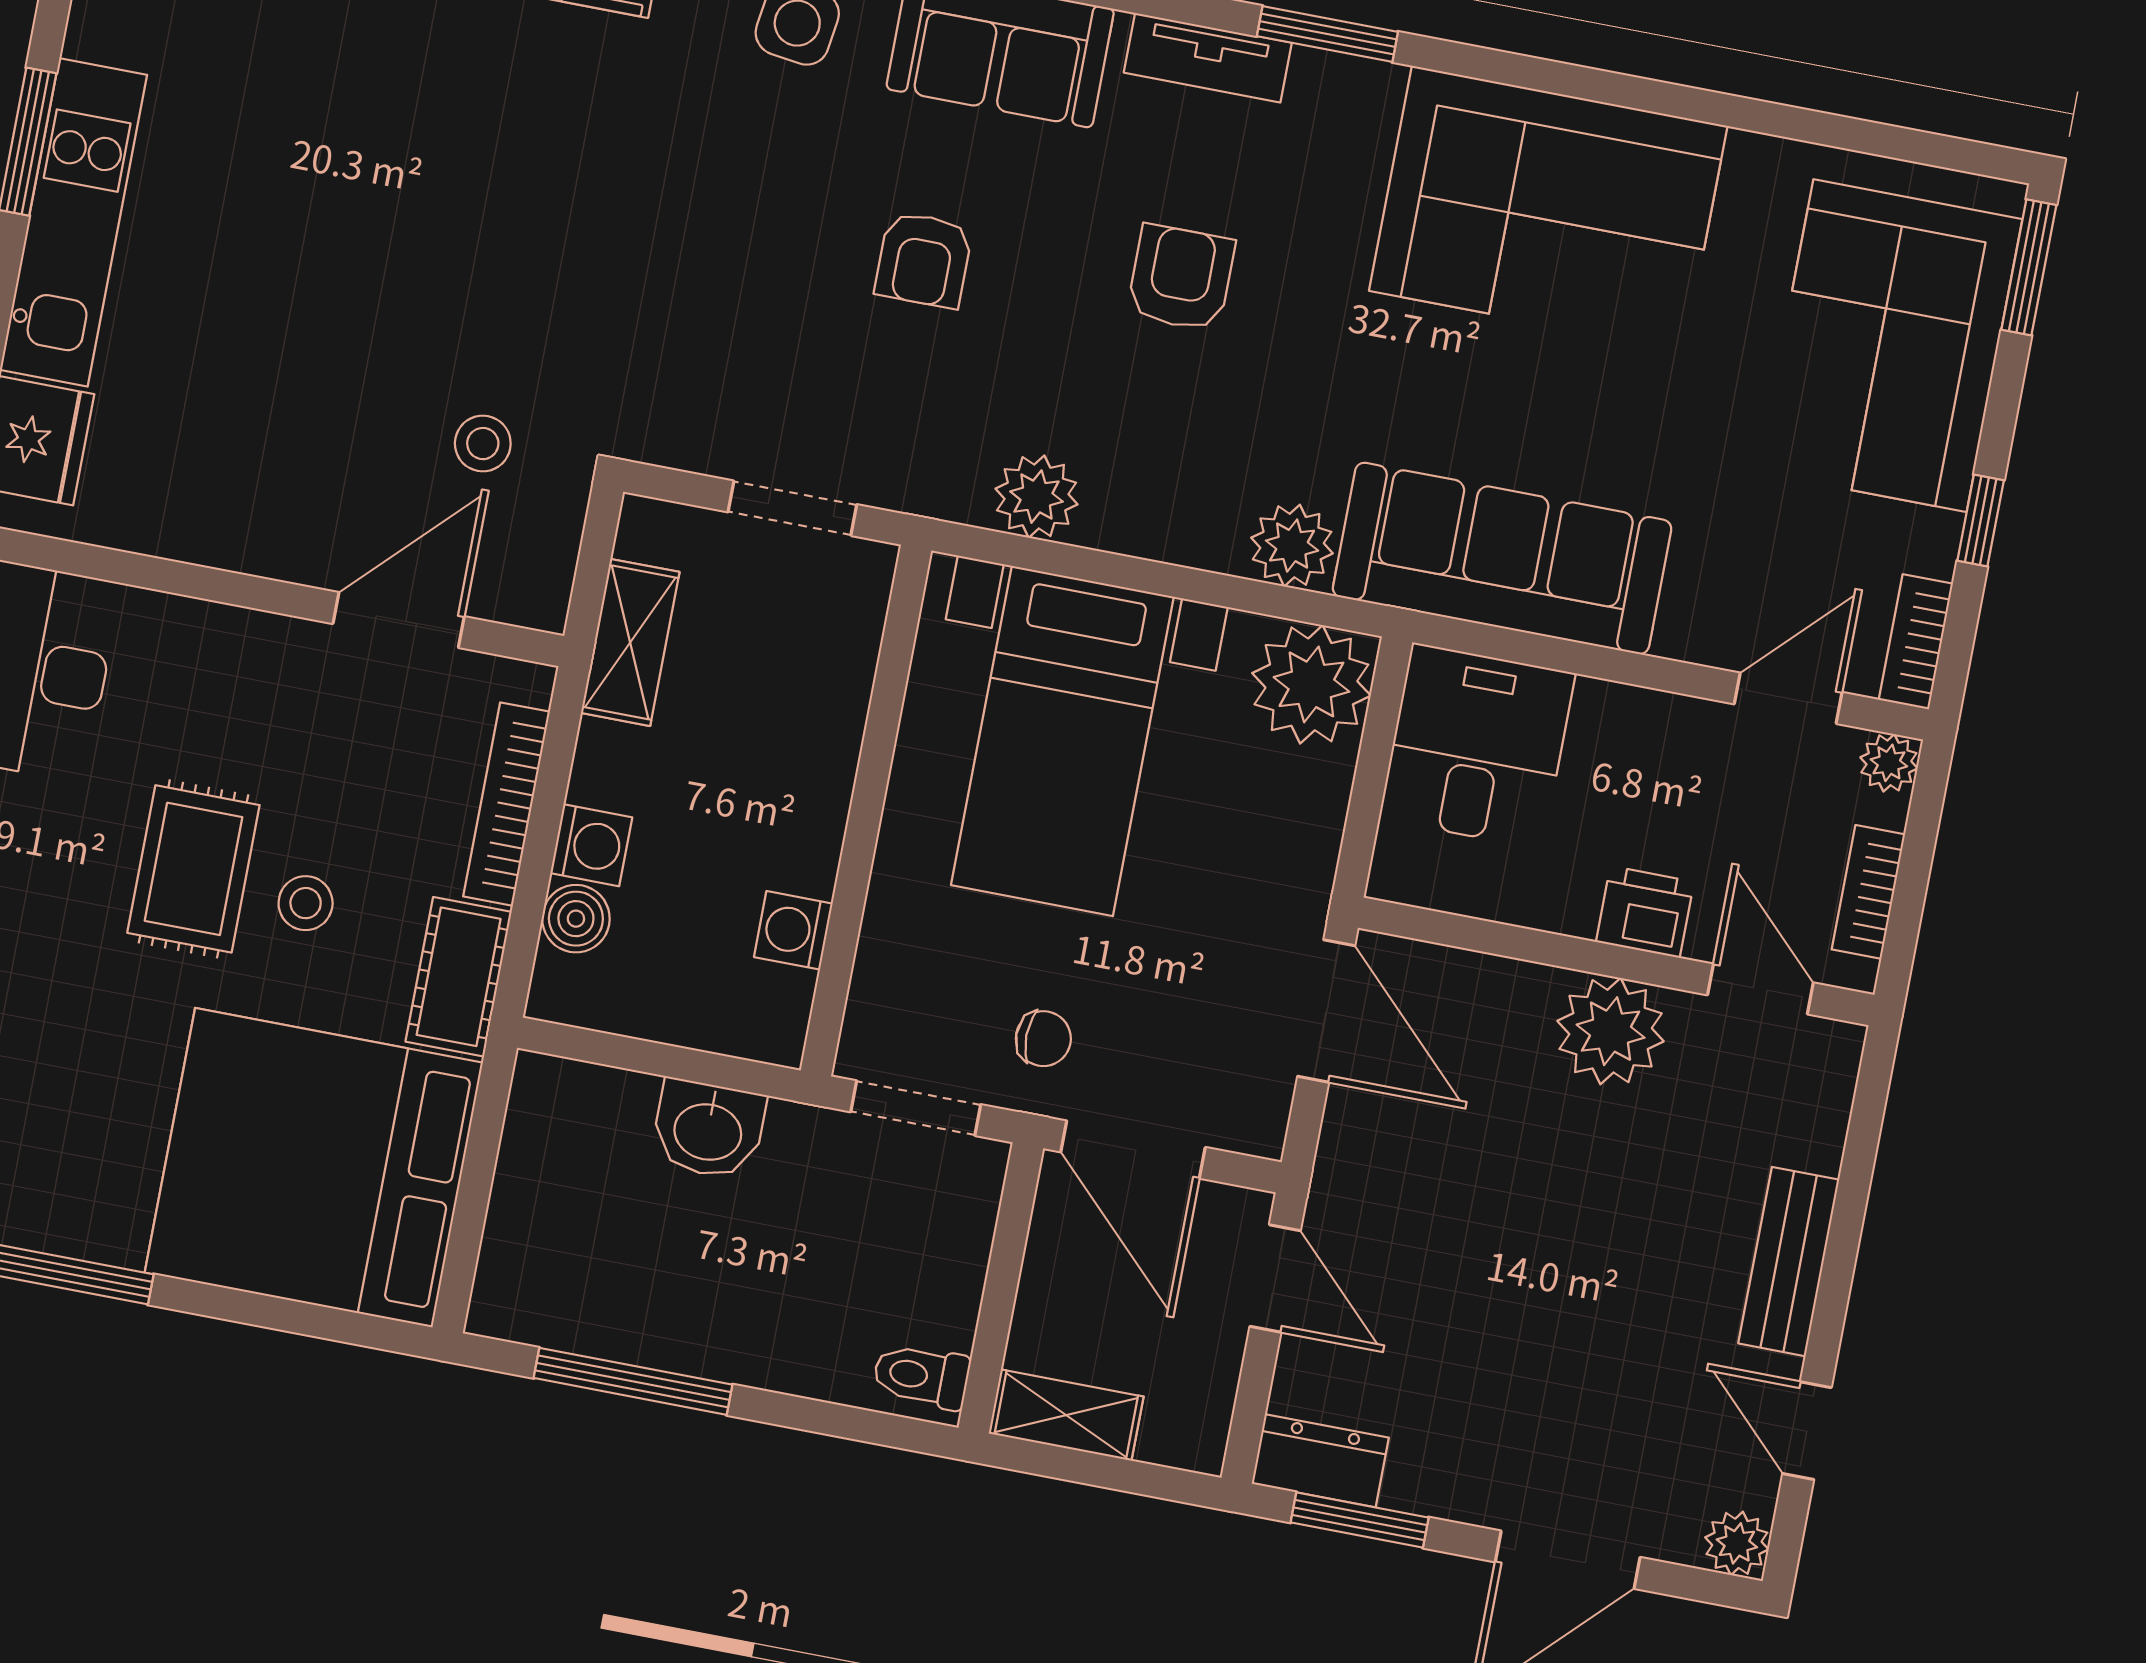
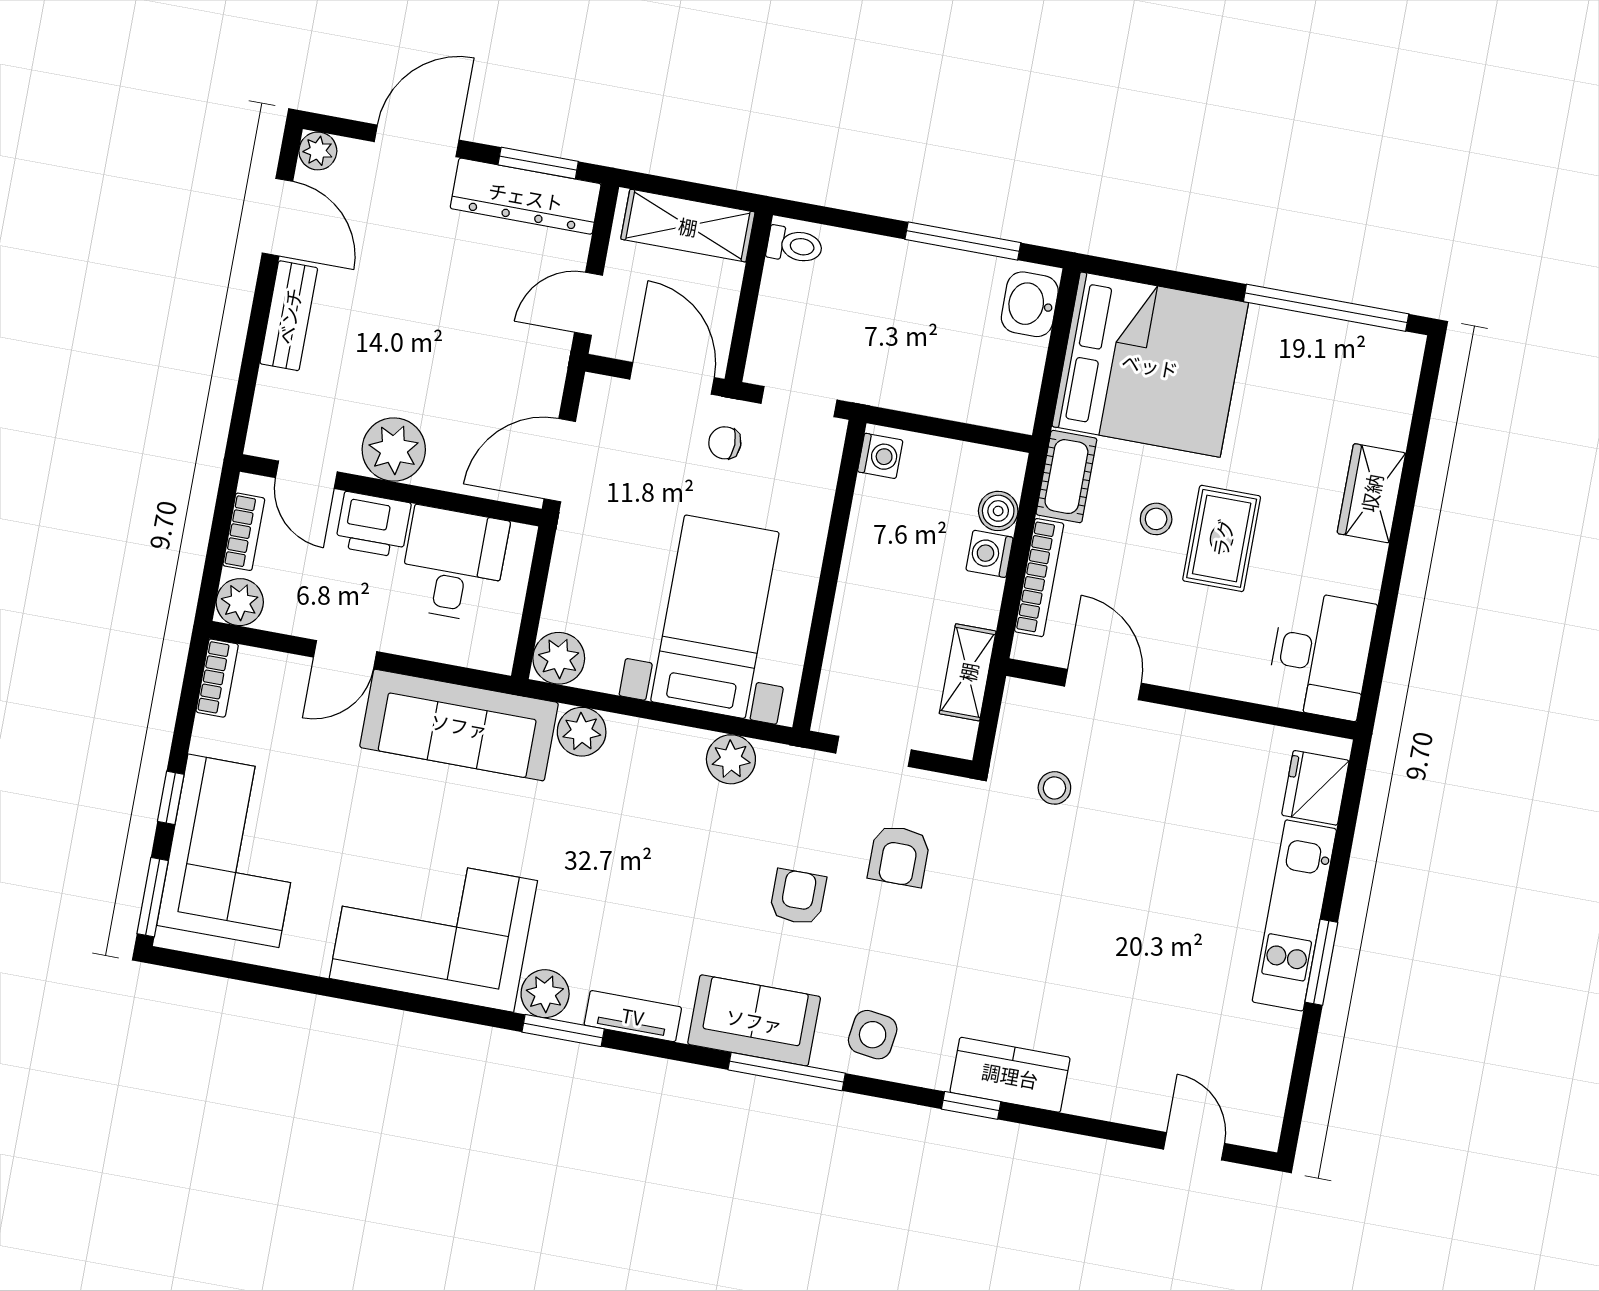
plant: (1358, 97) -> (545, 994), added
armchair: (1181, 278) -> (899, 856), moved
window: (1981, 520) -> (171, 798), moved
door: (399, 620) -> (1103, 685), swing flipped
plant: (1311, 684) -> (559, 658), width x0.73, depth x0.73
door: (1788, 698) -> (345, 654), moved
desk: (1477, 746) -> (453, 564), moved, turned 180
plant: (1889, 763) -> (240, 602), width x1.38, depth x1.38
printer: (1645, 912) -> (373, 525), width x1.36, depth x1.24
washing machine: (793, 930) -> (880, 456), moved
door: (1326, 1011) -> (560, 460), hinge flipped
washbasin: (708, 1129) -> (1030, 304), moved, turned -90
door: (1275, 1278) -> (588, 304), hinge flipped
shelving: (1066, 1415) -> (688, 226), width x1.50, depth x1.33
door: (1807, 1431) -> (277, 217), width x1.38
dresser: (1320, 1461) -> (526, 196), width x1.96, depth x1.24

